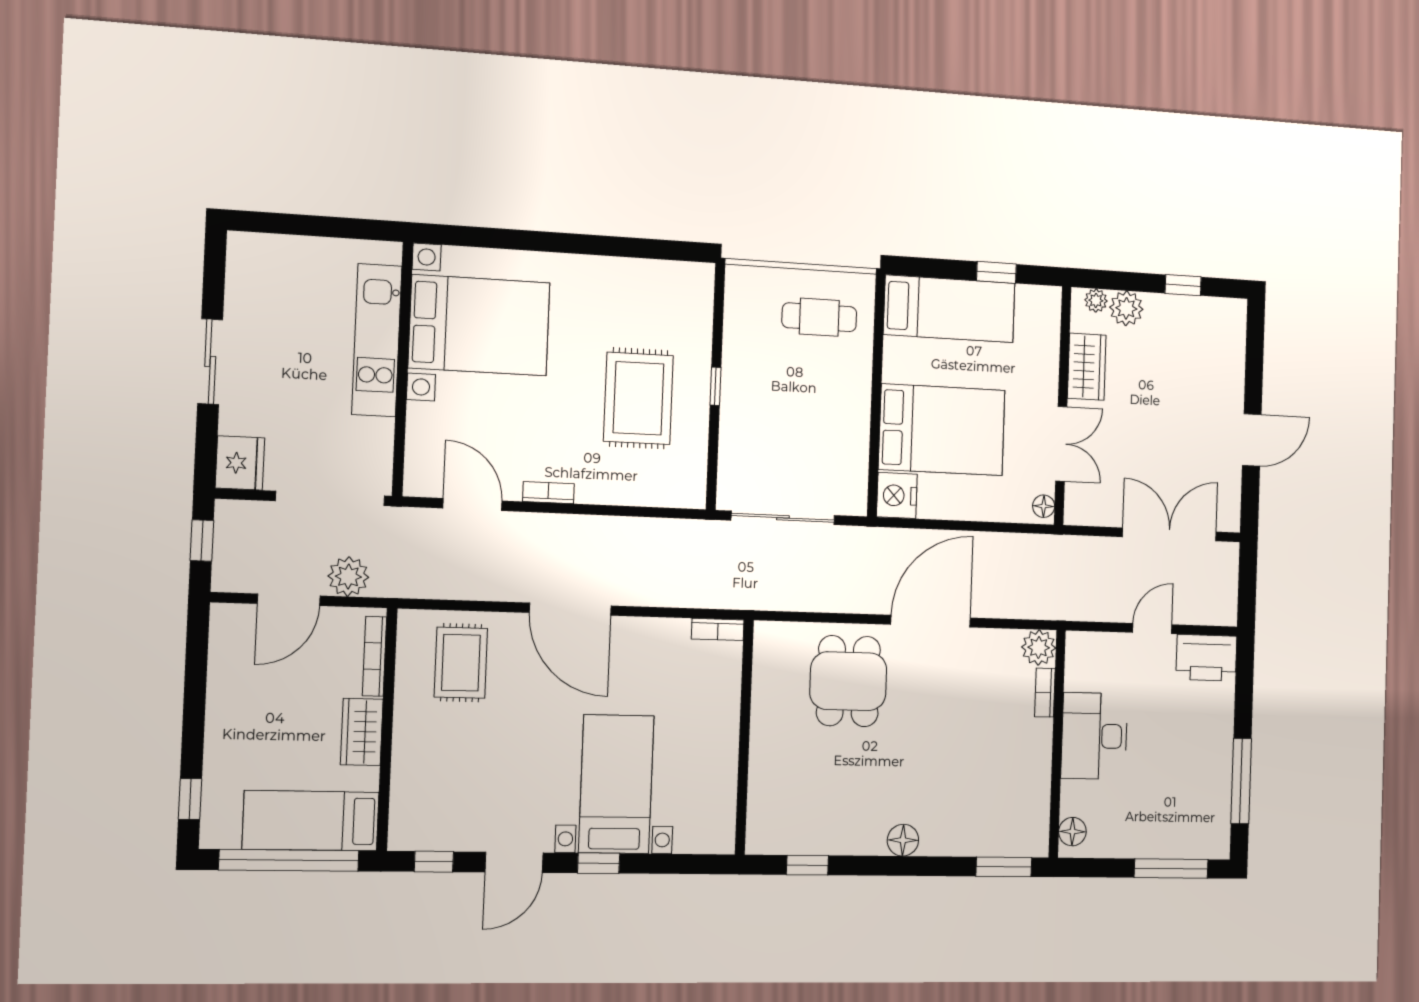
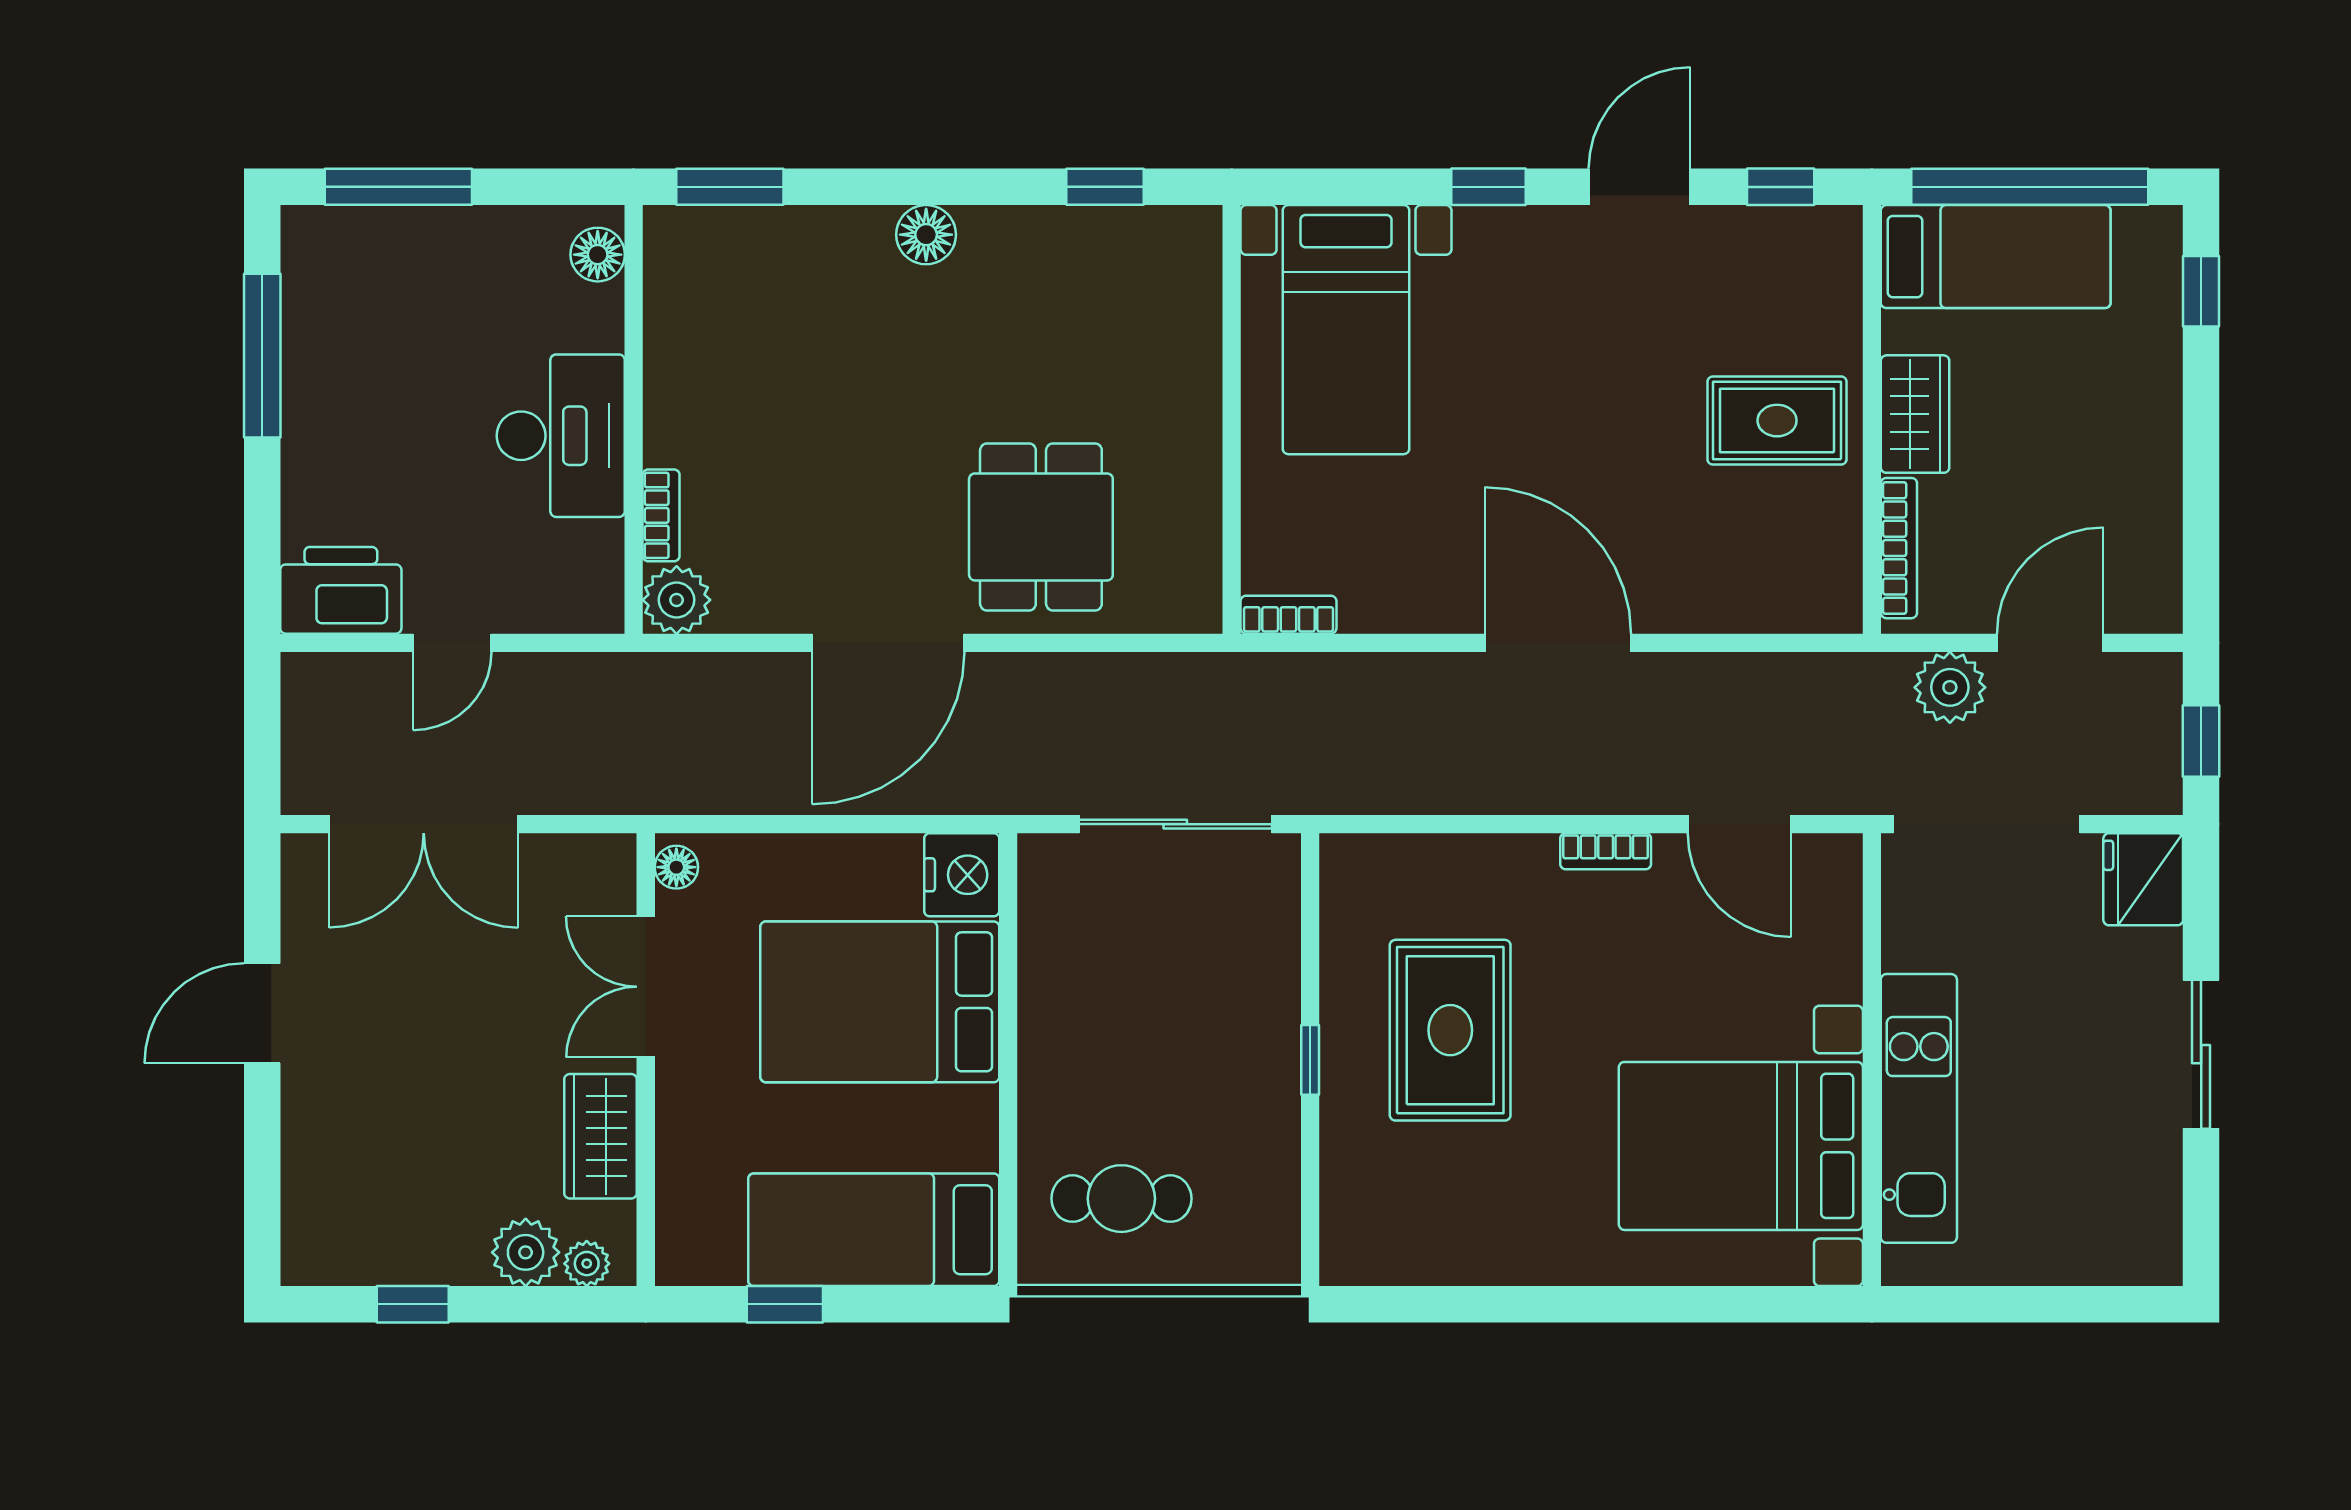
rug: (461, 663) -> (1777, 421), moved, turned 90
bed with nightstands: (616, 784) -> (1346, 330), moved

